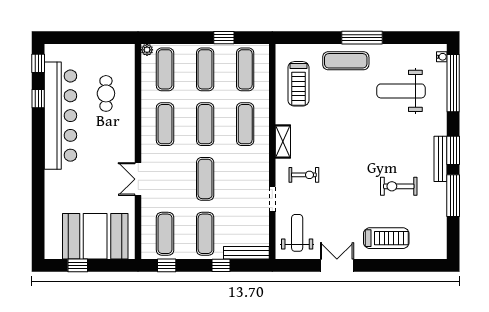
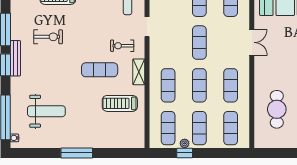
plant: (147, 50) -> (185, 143), moved
exercise mat: (346, 61) -> (100, 70), moved
treadmill: (298, 84) -> (120, 103), moved, turned -90
cafe table: (106, 93) -> (277, 109), width x1.37, depth x1.35

